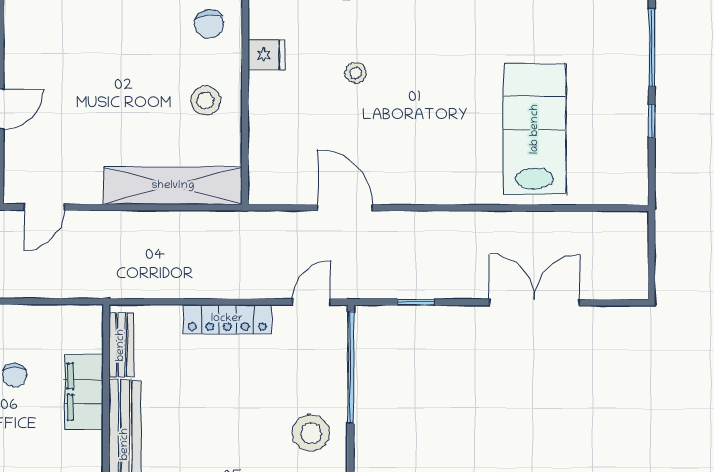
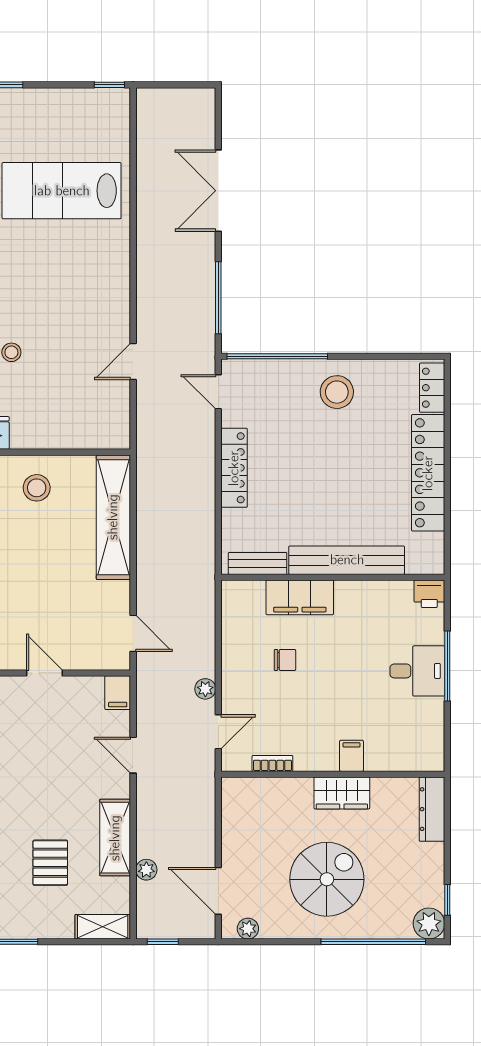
window: (652, 121) -> (109, 85), moved
door: (345, 208) -> (133, 362), width x0.73
window: (416, 302) -> (218, 298), width x2.17

